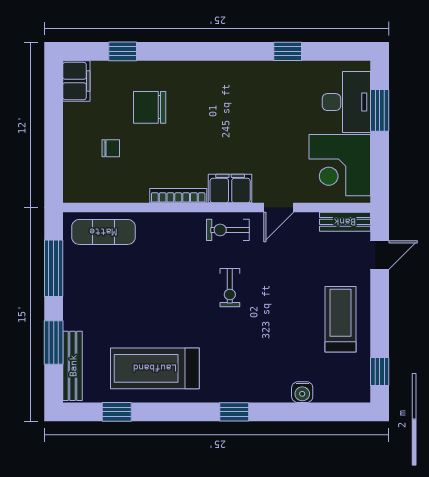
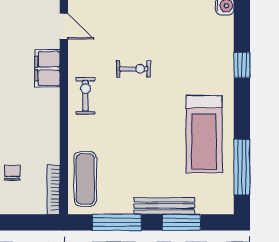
bookcase: (178, 196) -> (54, 190), moved
exercise bike: (228, 230) -> (85, 96), moved, turned 180
bench: (73, 366) -> (164, 206), moved
window: (117, 412) -> (242, 167), width x2.17

